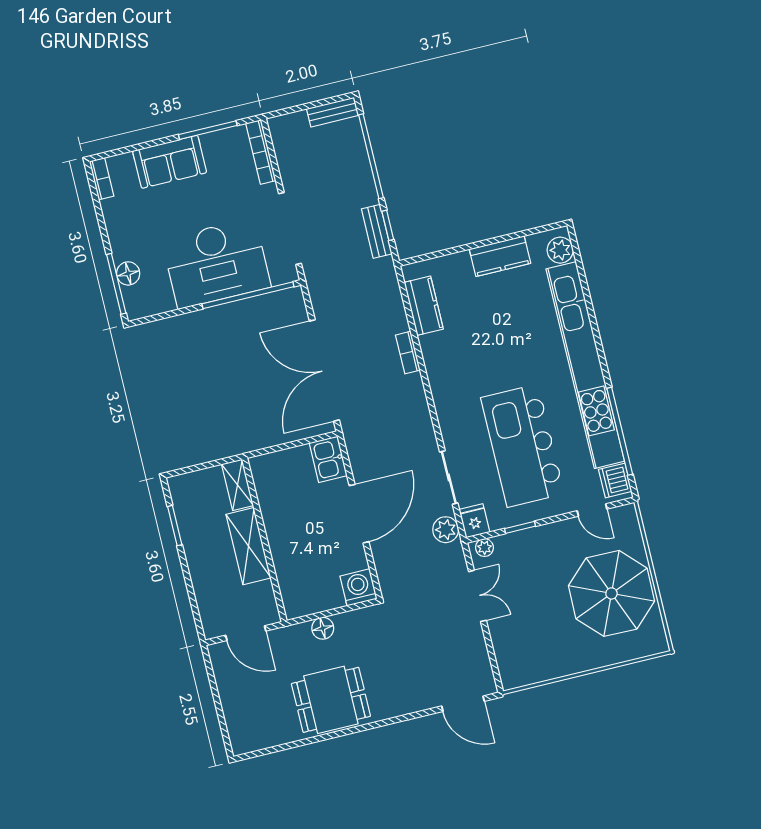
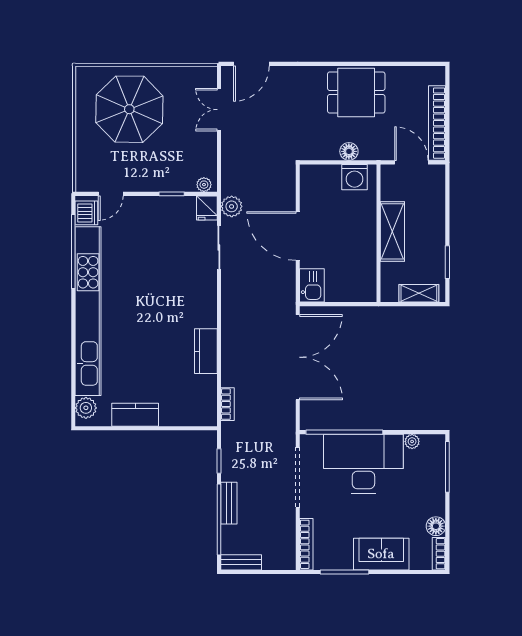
bench: (377, 231) -> (229, 503), moved
floor lamp: (128, 273) -> (436, 526), moved
plant: (165, 304) -> (412, 441), added
kitchen counter: (424, 306) -> (206, 351), moved
bookcase: (408, 353) -> (228, 404), moved
kitchen island: (523, 446) -> (154, 259), removed
shelving: (238, 485) -> (419, 293), moved, turned 90
door: (592, 510) -> (111, 194), swing flipped
door: (359, 514) -> (298, 236), hinge flipped
washing machine: (358, 587) -> (355, 177), moved
parasol: (611, 593) -> (129, 109), moved
double door: (477, 596) -> (219, 110), moved
bookcase: (227, 687) -> (437, 123), added
door: (463, 704) -> (251, 64), swing flipped

